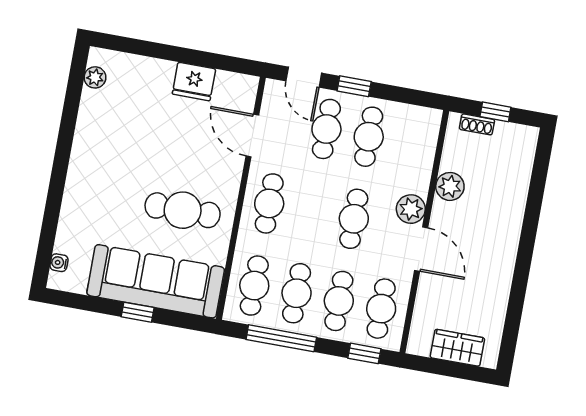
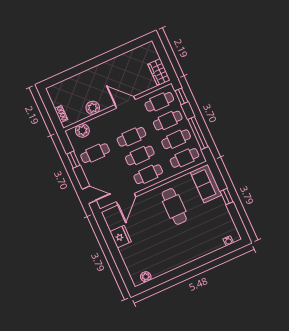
door: (304, 77) -> (89, 195), hinge flipped
window: (354, 86) -> (73, 160), moved
window: (495, 112) -> (51, 110), removed
cafe table: (326, 129) -> (140, 156), moved
plant: (411, 209) -> (82, 130), moved
door: (421, 249) -> (125, 102), hinge flipped
sofa: (156, 281) -> (206, 184), width x0.54, depth x0.79
wardrobe: (457, 348) -> (159, 72), moved

